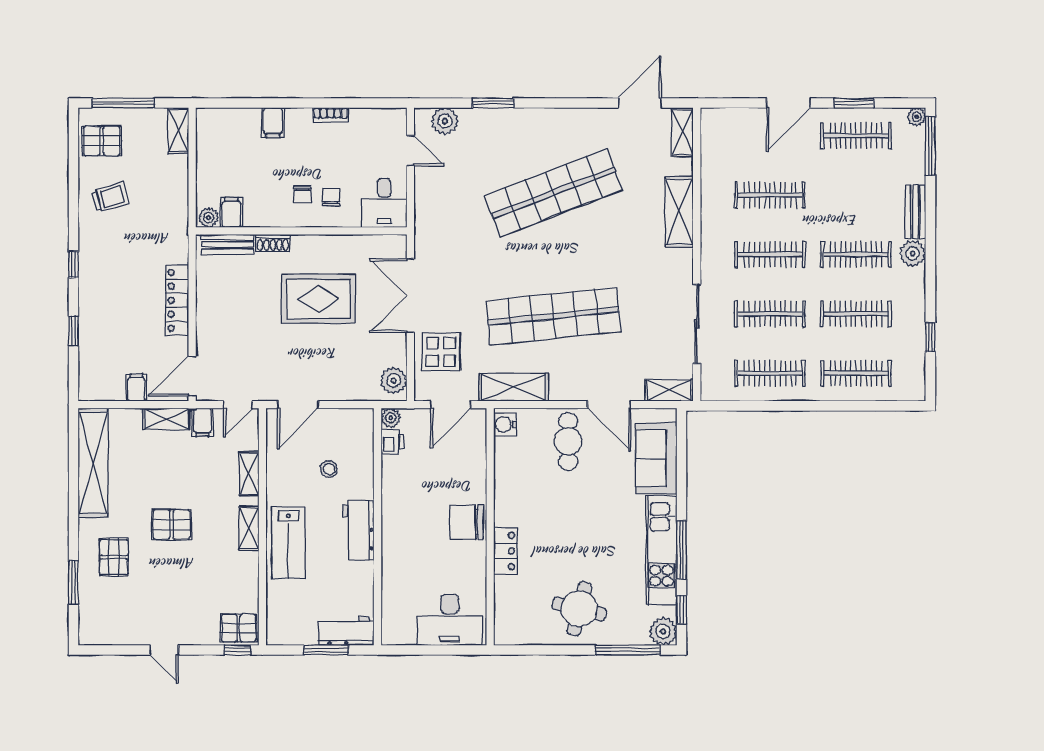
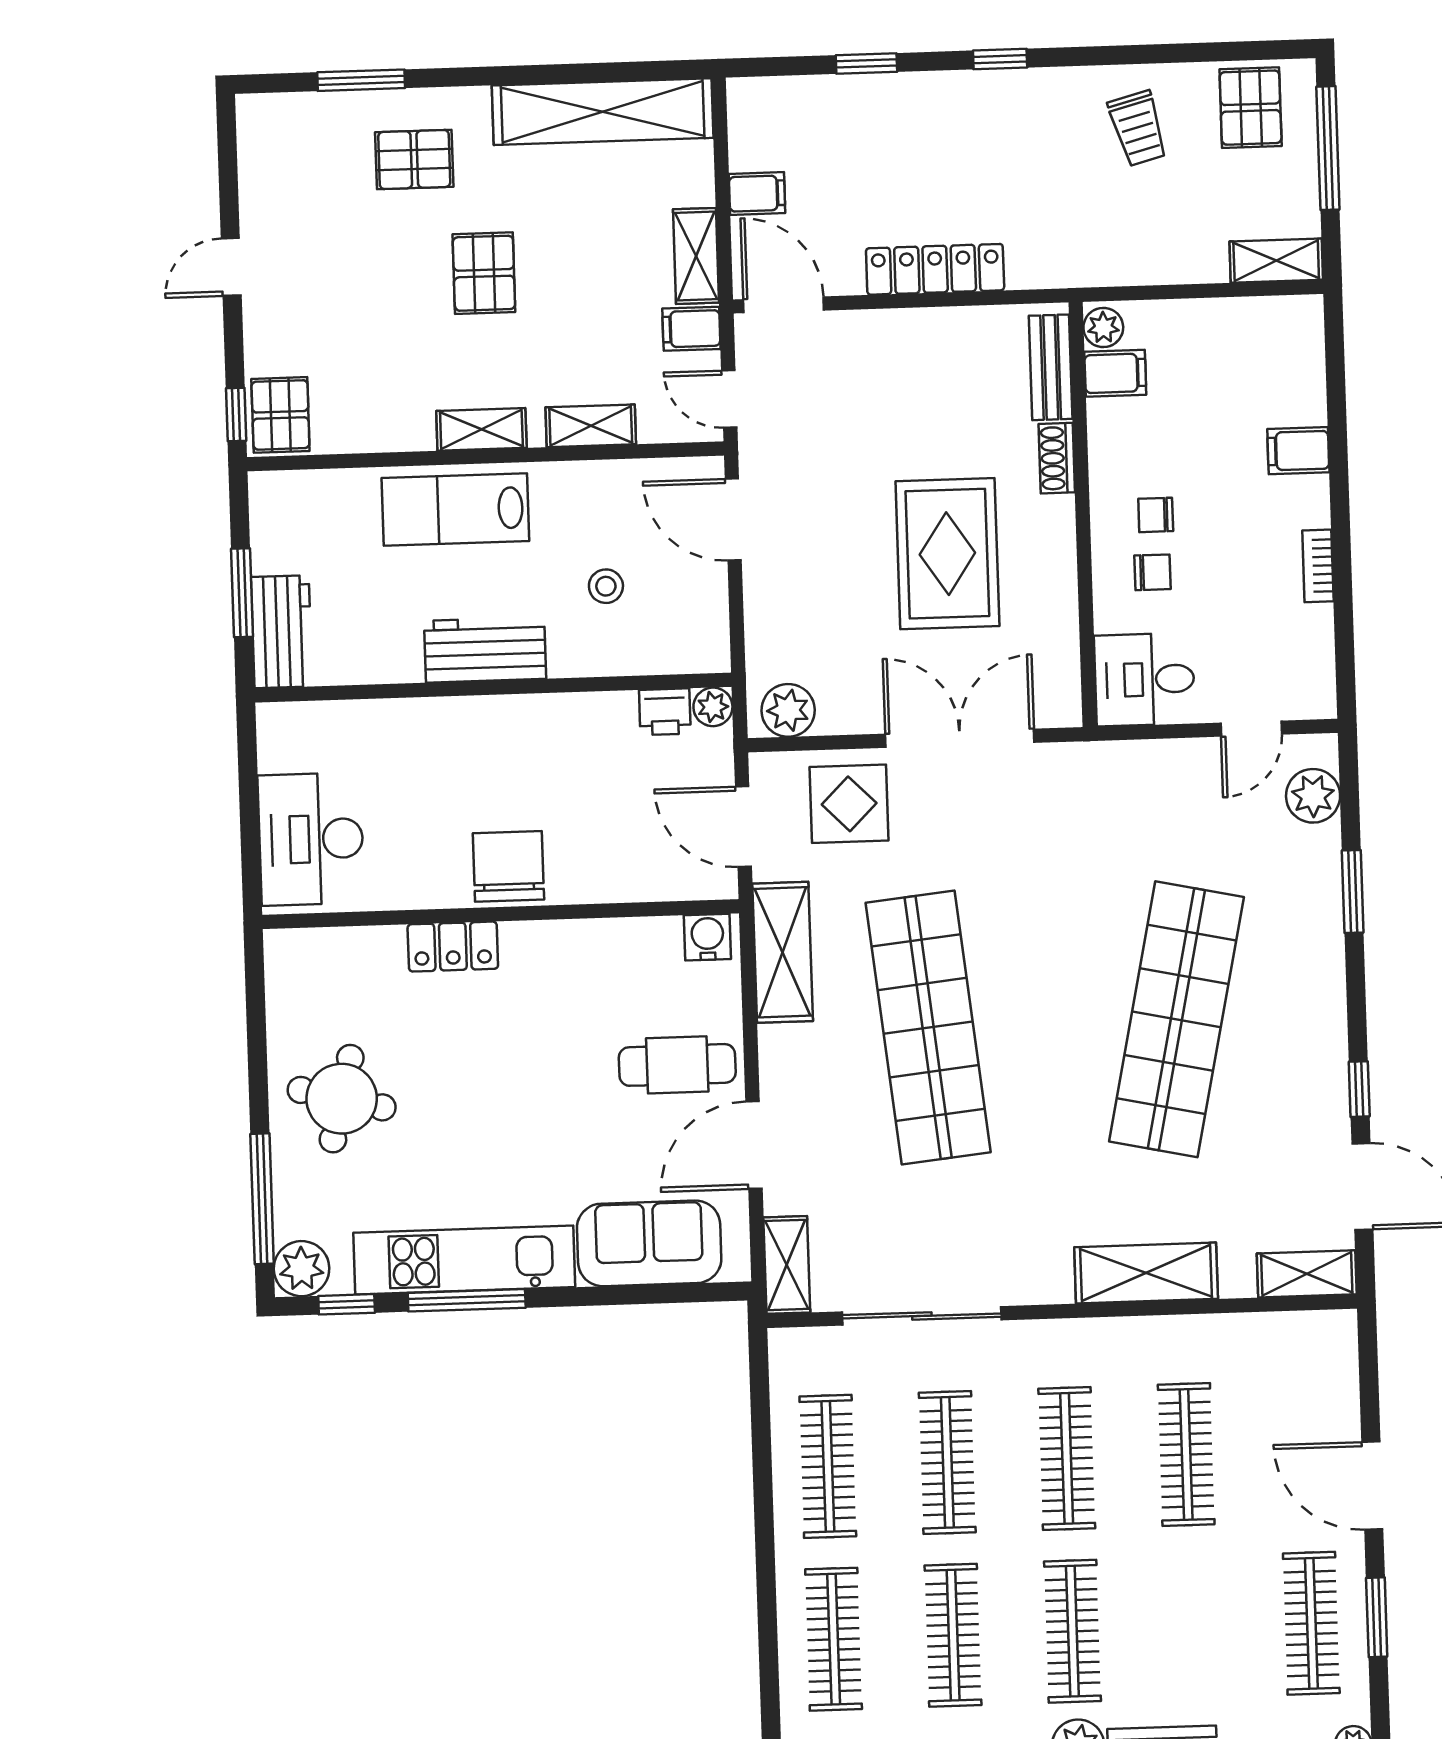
window: (591, 103) -> (1359, 1089), added
shop shelf: (554, 193) -> (1176, 1019), turned 33

